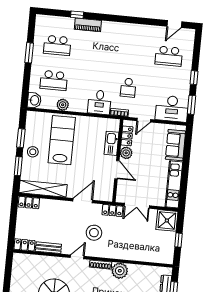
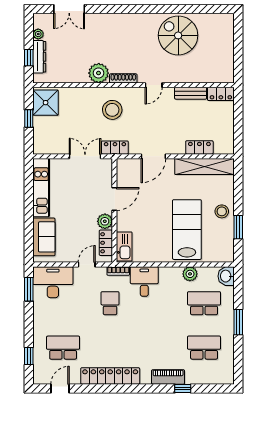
locker: (134, 30) -> (110, 376), added
window: (29, 53) -> (238, 322), moved
window: (194, 78) -> (29, 356), moved
lab bench: (62, 140) -> (187, 230), turned 180
kitchen sink: (112, 143) -> (124, 246), moved
window: (18, 166) -> (238, 192), removed
door: (117, 170) -> (114, 199), swing flipped
locker: (29, 203) -> (199, 147), moved
shower: (167, 220) -> (46, 103), moved
stool: (94, 233) -> (112, 110), moved

